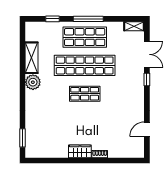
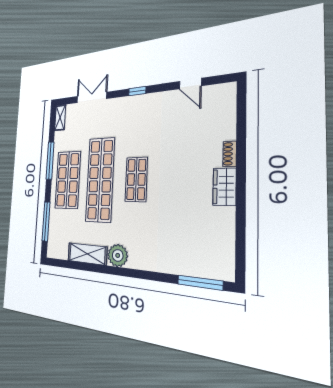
window: (52, 19) -> (46, 221), width x2.17
window: (88, 19) -> (50, 161), moved
window: (147, 80) -> (137, 91), moved
window: (23, 138) -> (200, 283), width x1.44

